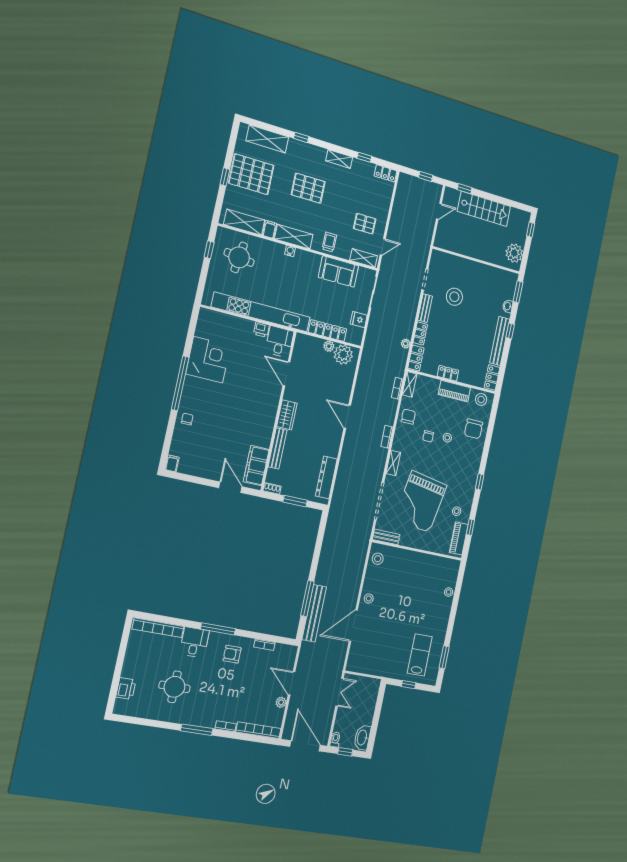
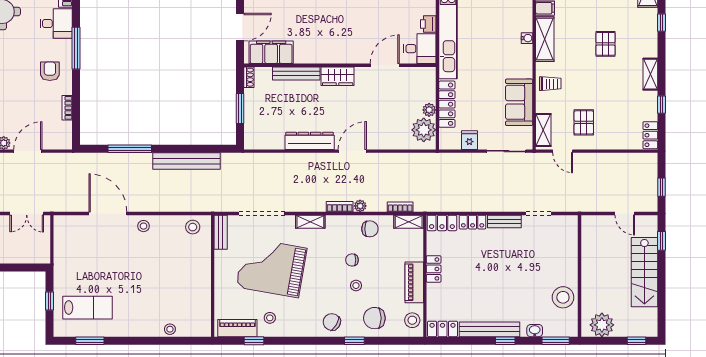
pallet: (308, 188) -> (605, 44), width x0.67, depth x0.71
stool: (454, 297) -> (563, 297), moved
plant: (406, 344) -> (360, 206), moved
chair: (469, 463) -> (332, 322), added
dresser: (326, 477) -> (310, 141), moved
window: (480, 482) -> (354, 341), moved
bench: (314, 613) -> (186, 161), moved

